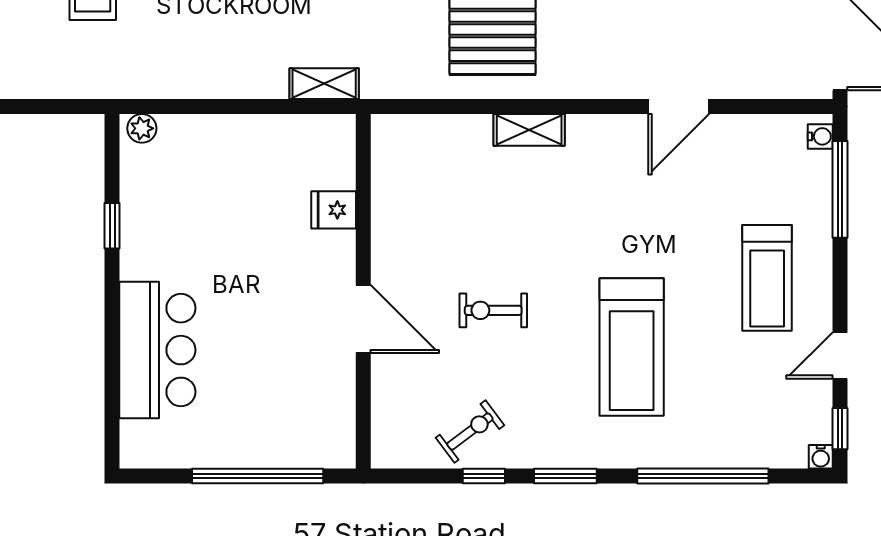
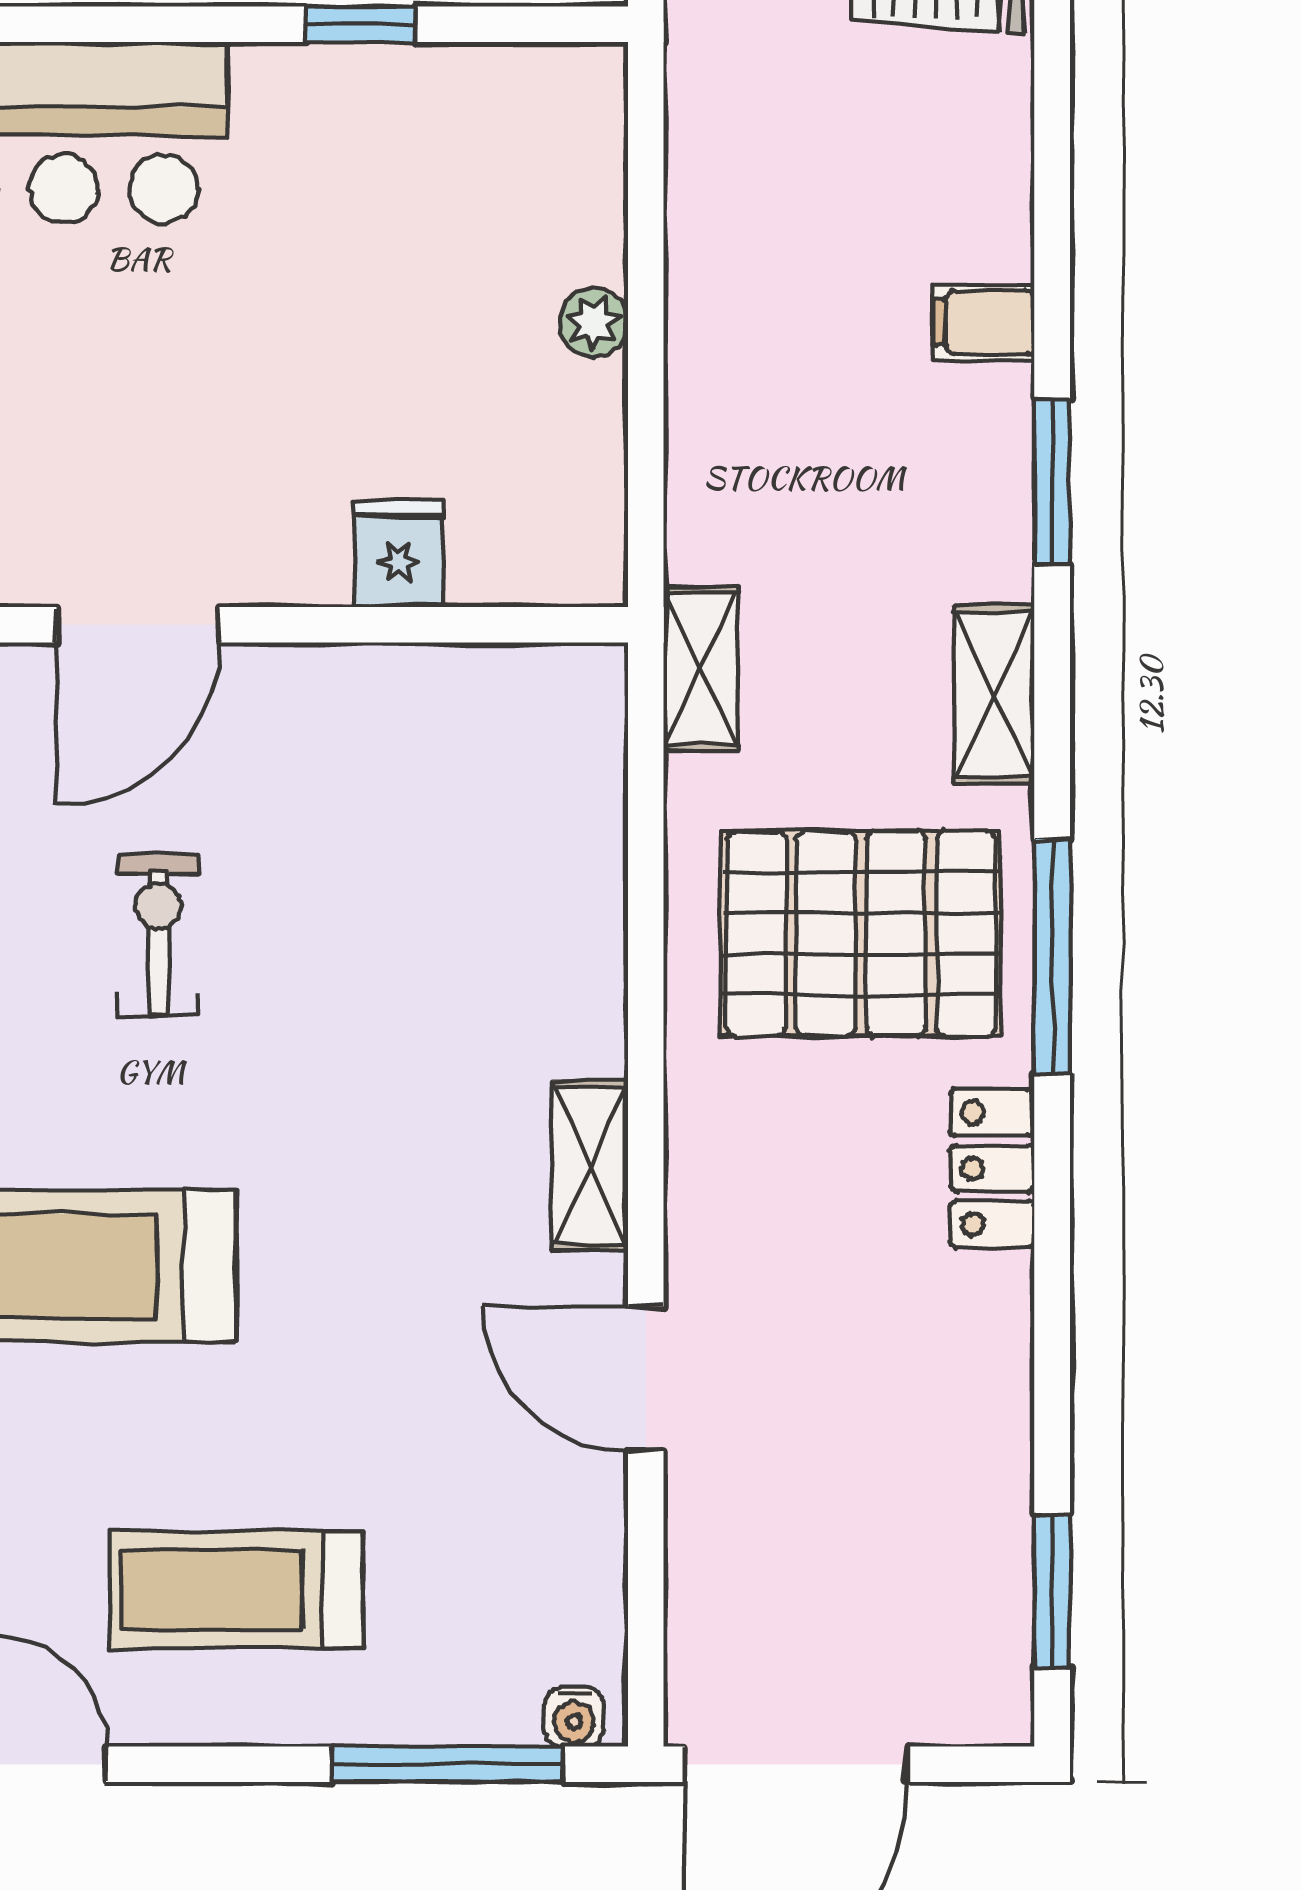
shelving: (324, 84) -> (701, 669), moved
plant: (142, 128) -> (594, 322), moved
shelving: (529, 130) -> (590, 1165), moved

